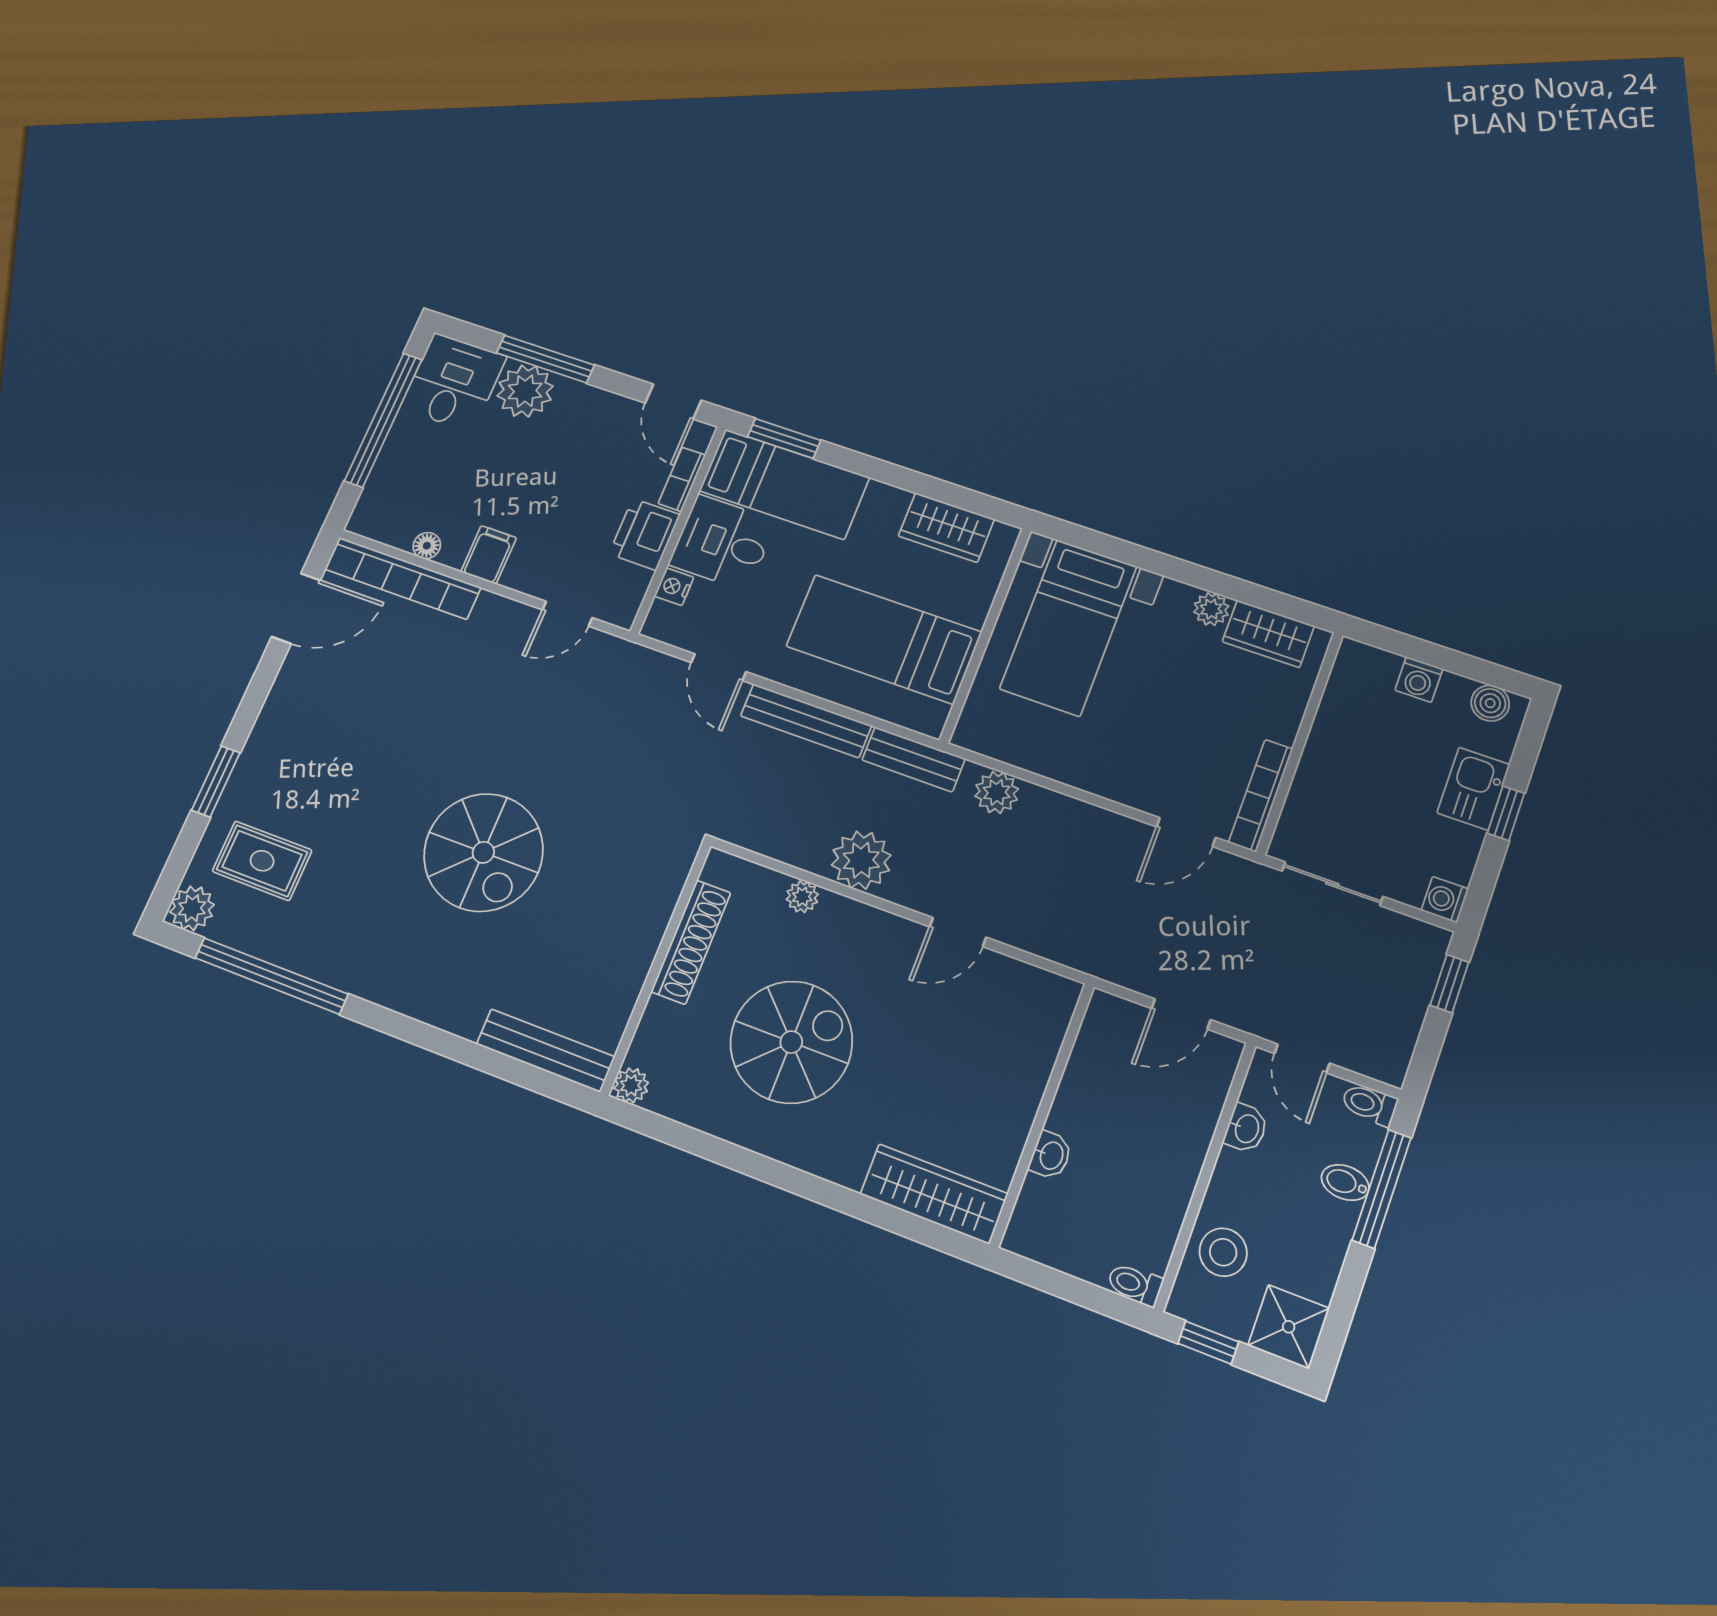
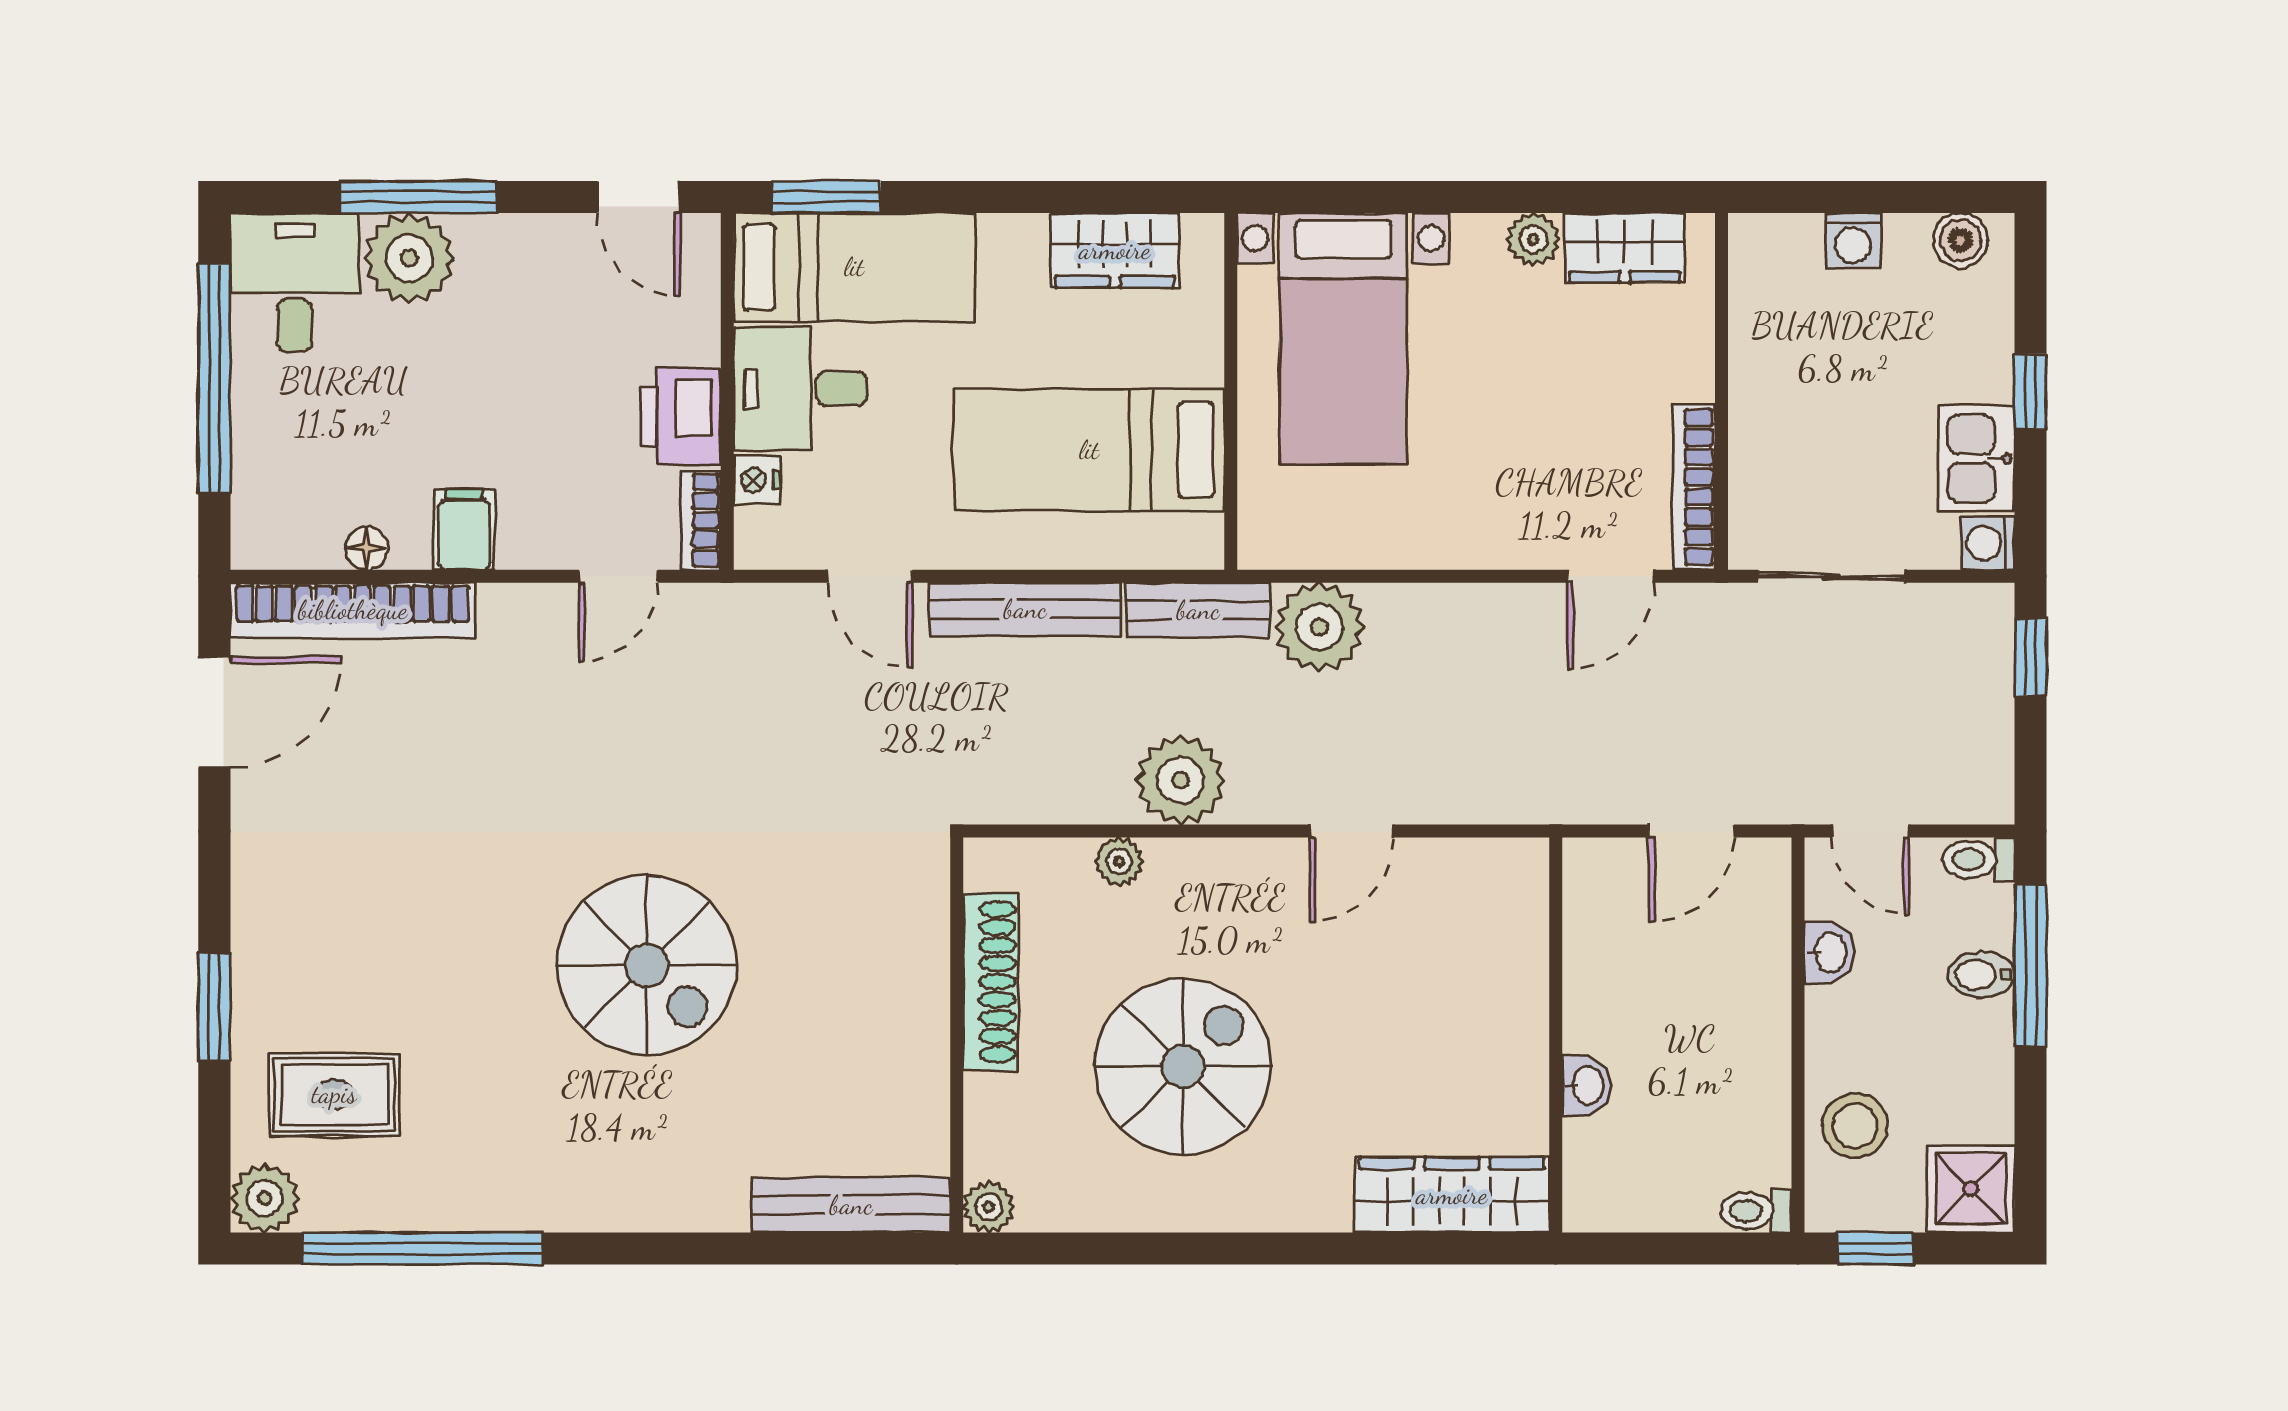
bookcase: (682, 479) -> (701, 520), moved
kitchen sink: (1473, 789) -> (1976, 459), moved
plant: (997, 792) -> (1319, 627), width x1.36, depth x1.36

